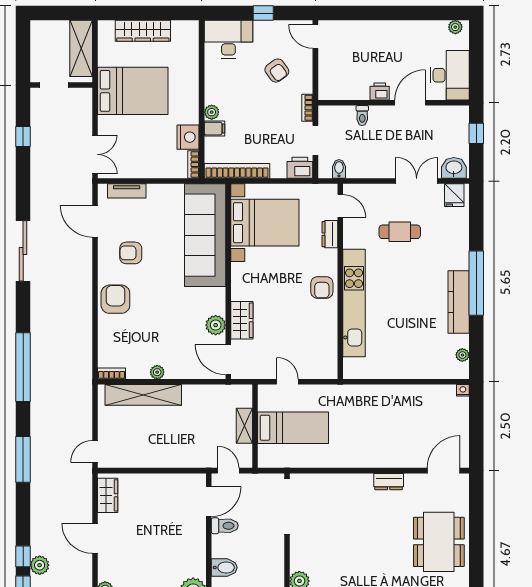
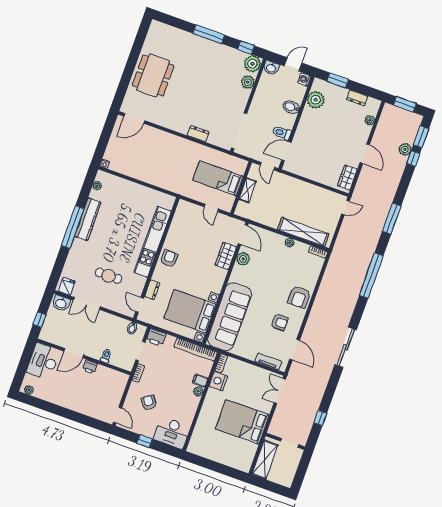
wardrobe: (143, 31) -> (223, 457), removed
dresser: (389, 482) -> (198, 134), moved

